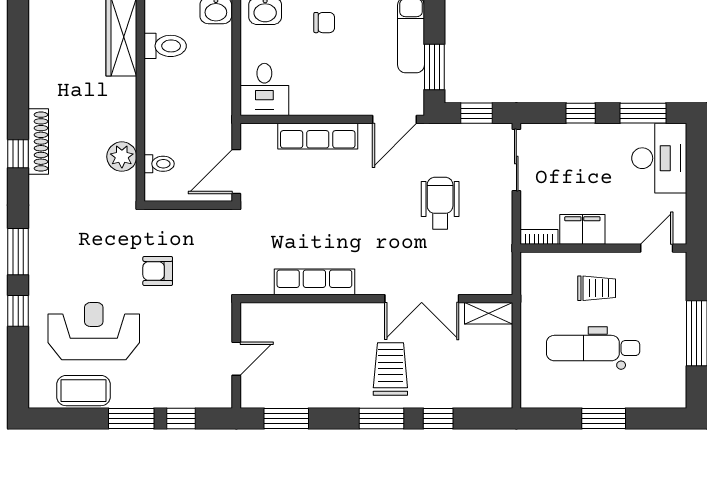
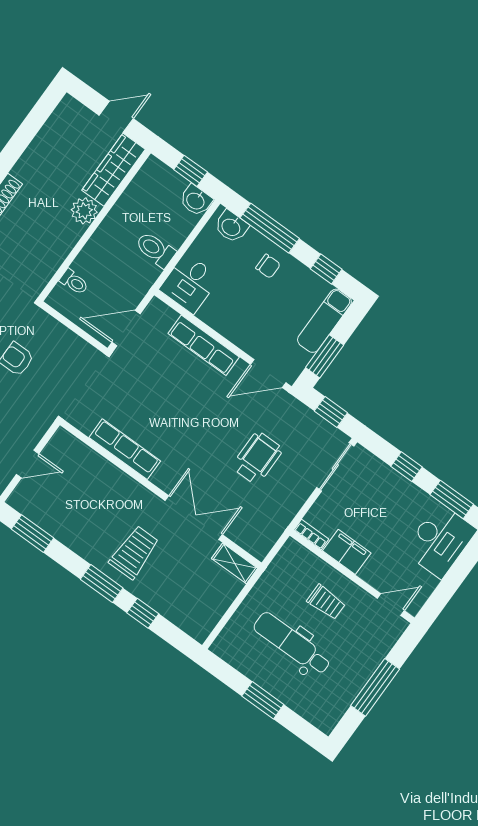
toilet: (165, 46) -> (155, 250), moved, turned 180
plant: (122, 157) -> (84, 211), moved
double door: (422, 299) -> (194, 518), swing flipped

